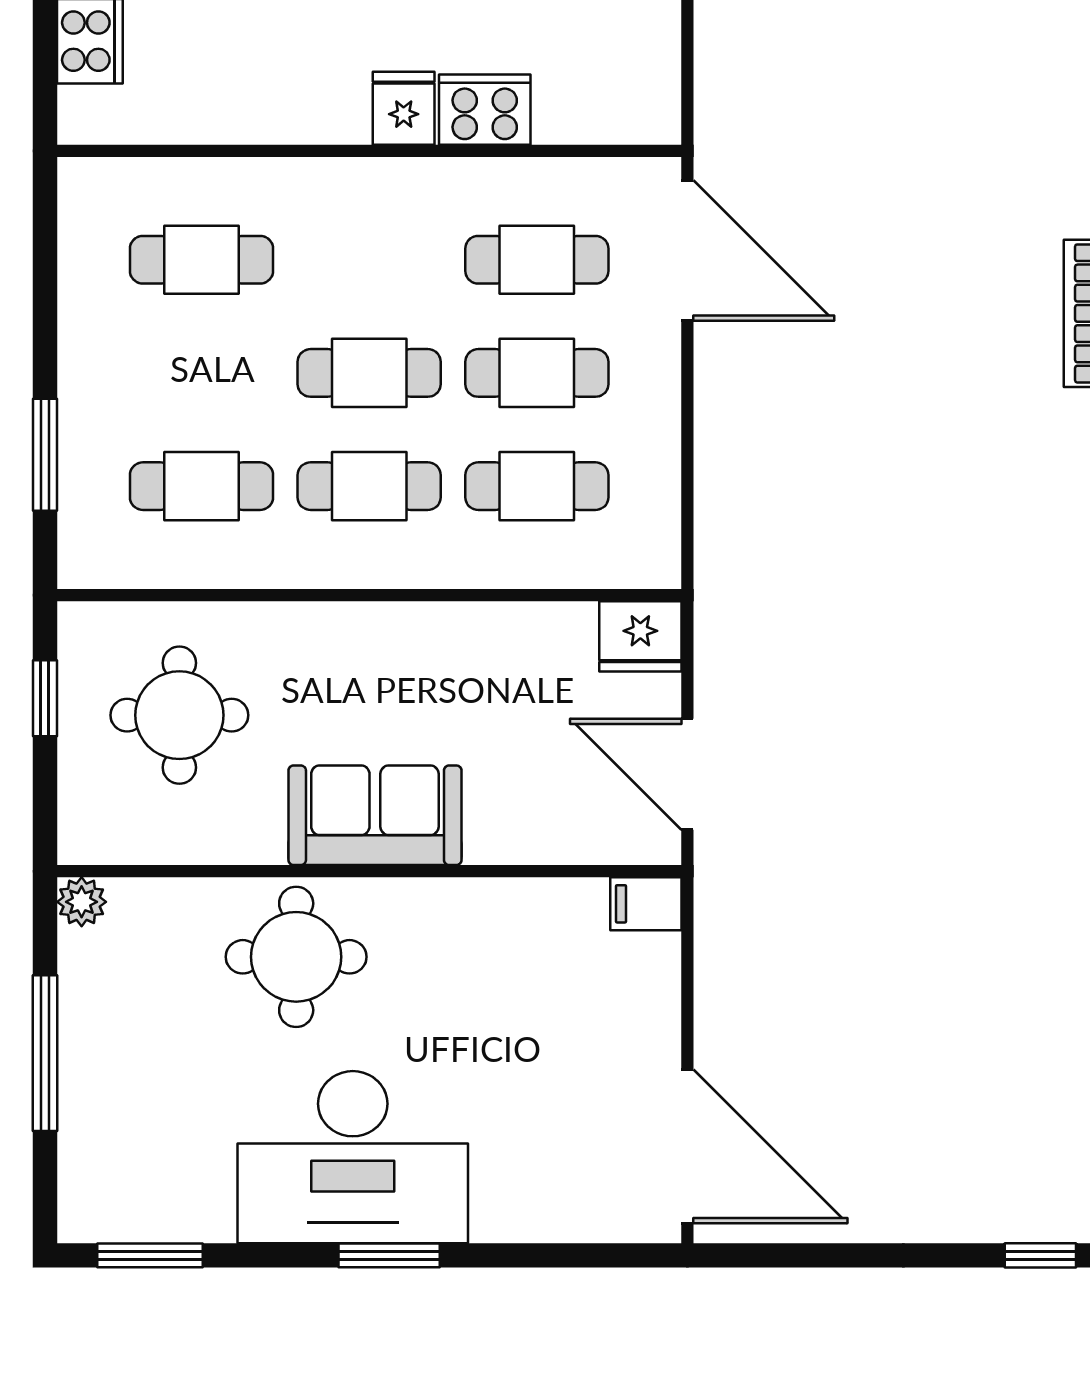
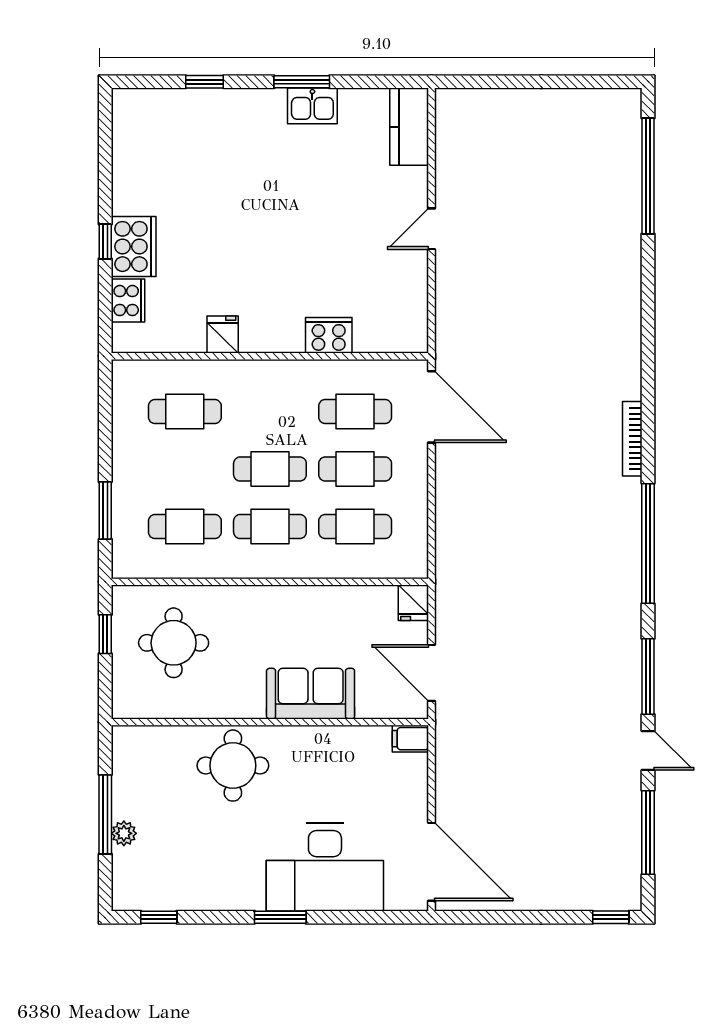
fridge: (404, 108) -> (223, 335), moved
fridge: (640, 636) -> (413, 603), width x0.72
sofa: (375, 815) -> (311, 694), moved
plant: (82, 902) -> (124, 833), moved
desk: (353, 1157) -> (325, 867), moved
window: (150, 1255) -> (159, 917), width x0.67

